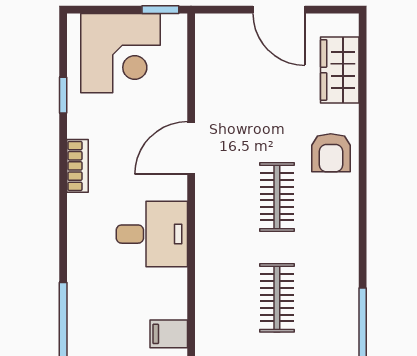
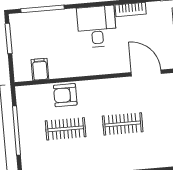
armchair: (331, 153) -> (65, 95), moved
desk: (152, 234) -> (97, 27), moved, turned 180

